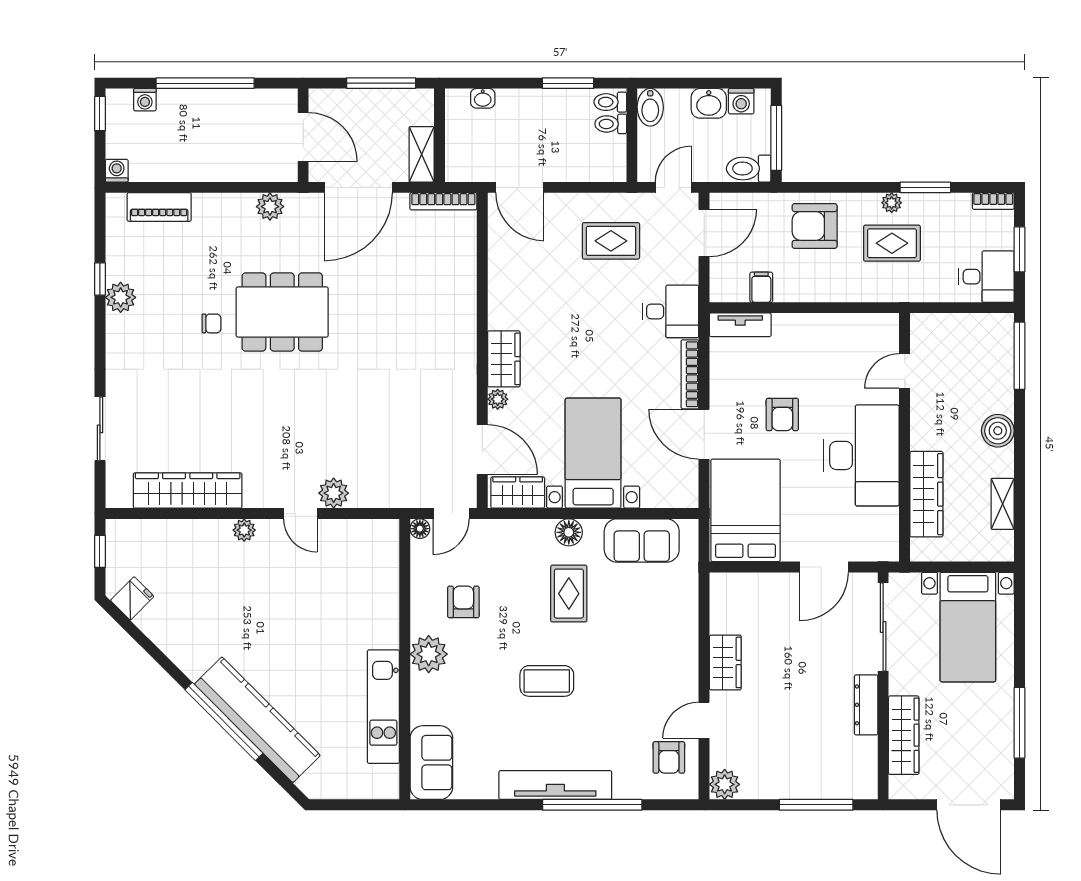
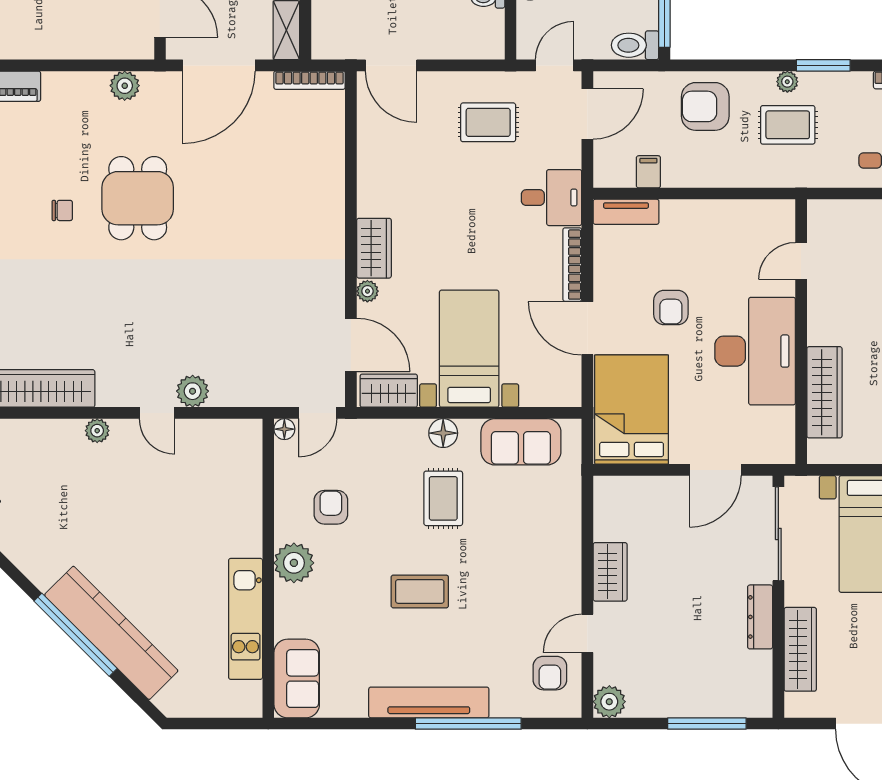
dining table: (282, 312) -> (138, 198), width x0.73

